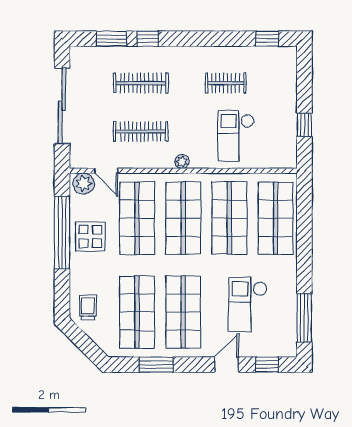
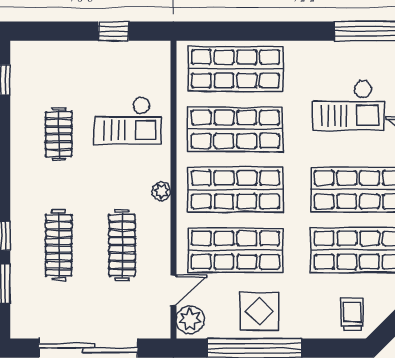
trolley: (88, 307) -> (352, 314), turned 90

